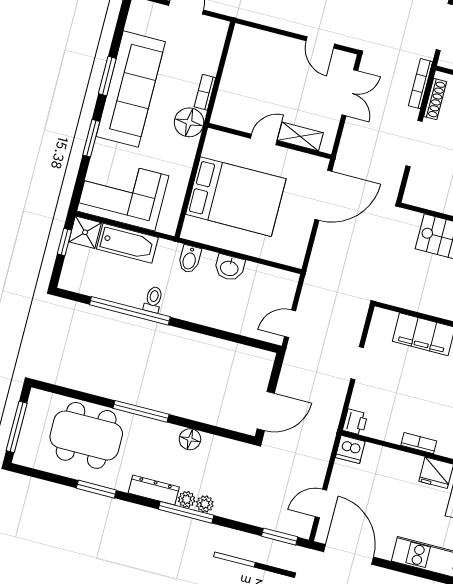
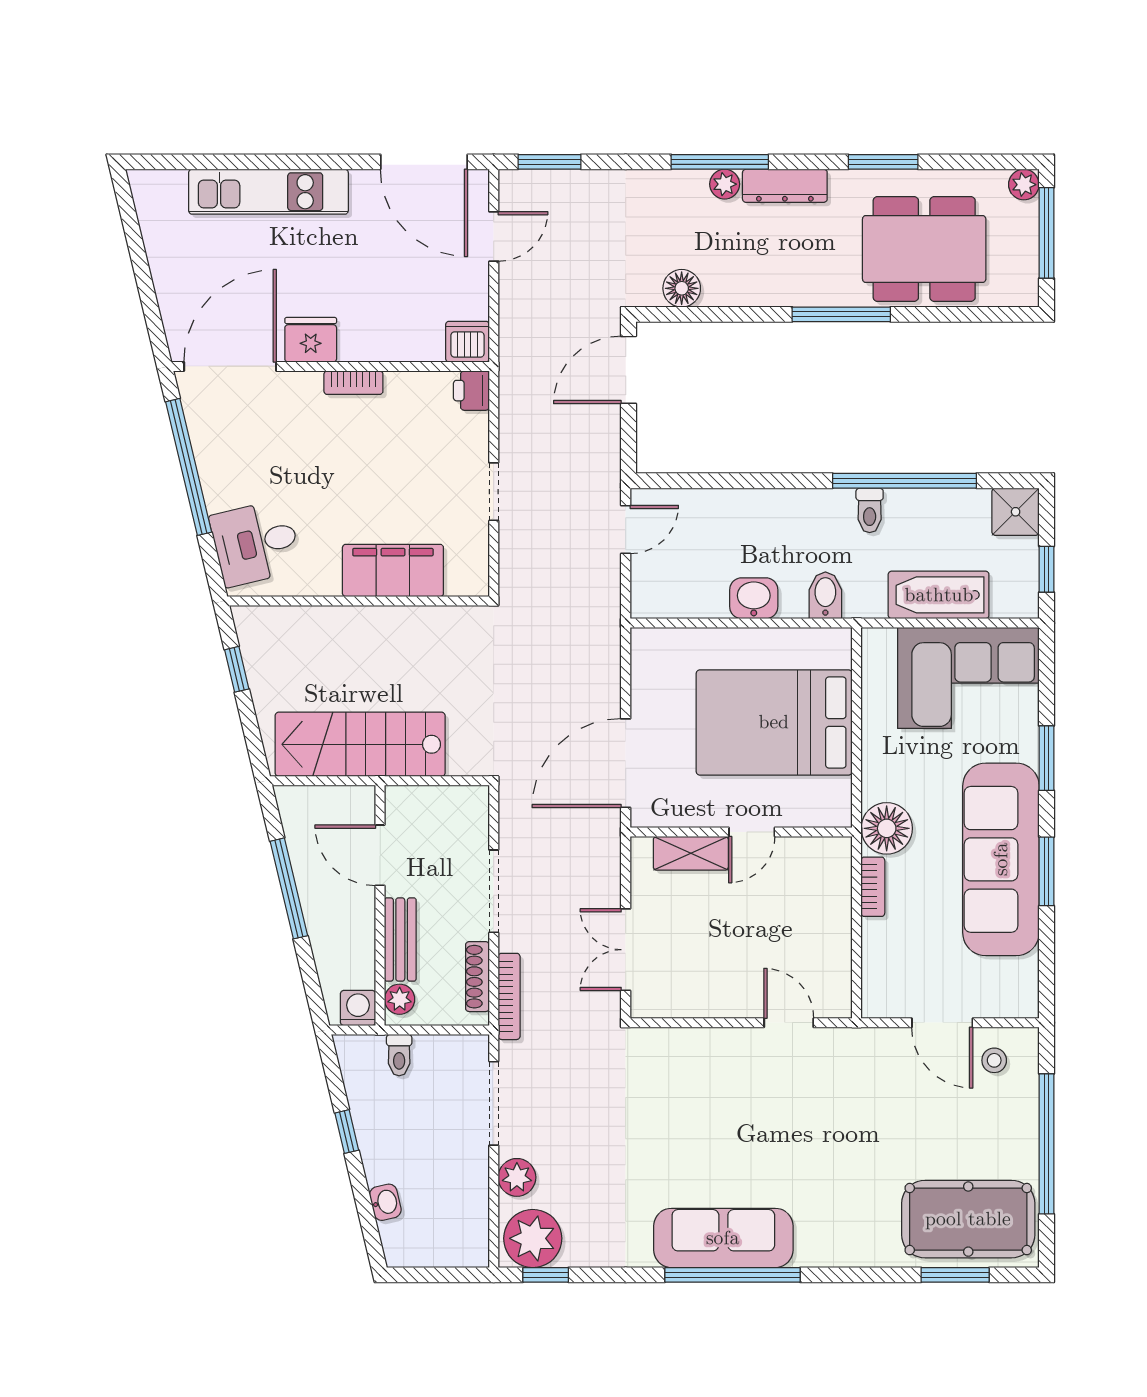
door: (320, 42) -> (789, 1023), moved
shower: (85, 232) -> (1016, 512), moved
floor lamp: (190, 439) -> (682, 288), moved
plant: (205, 504) -> (1024, 185), moved

